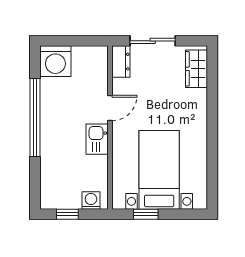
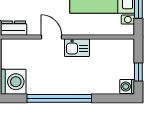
washing machine: (91, 200) -> (127, 86), moved

